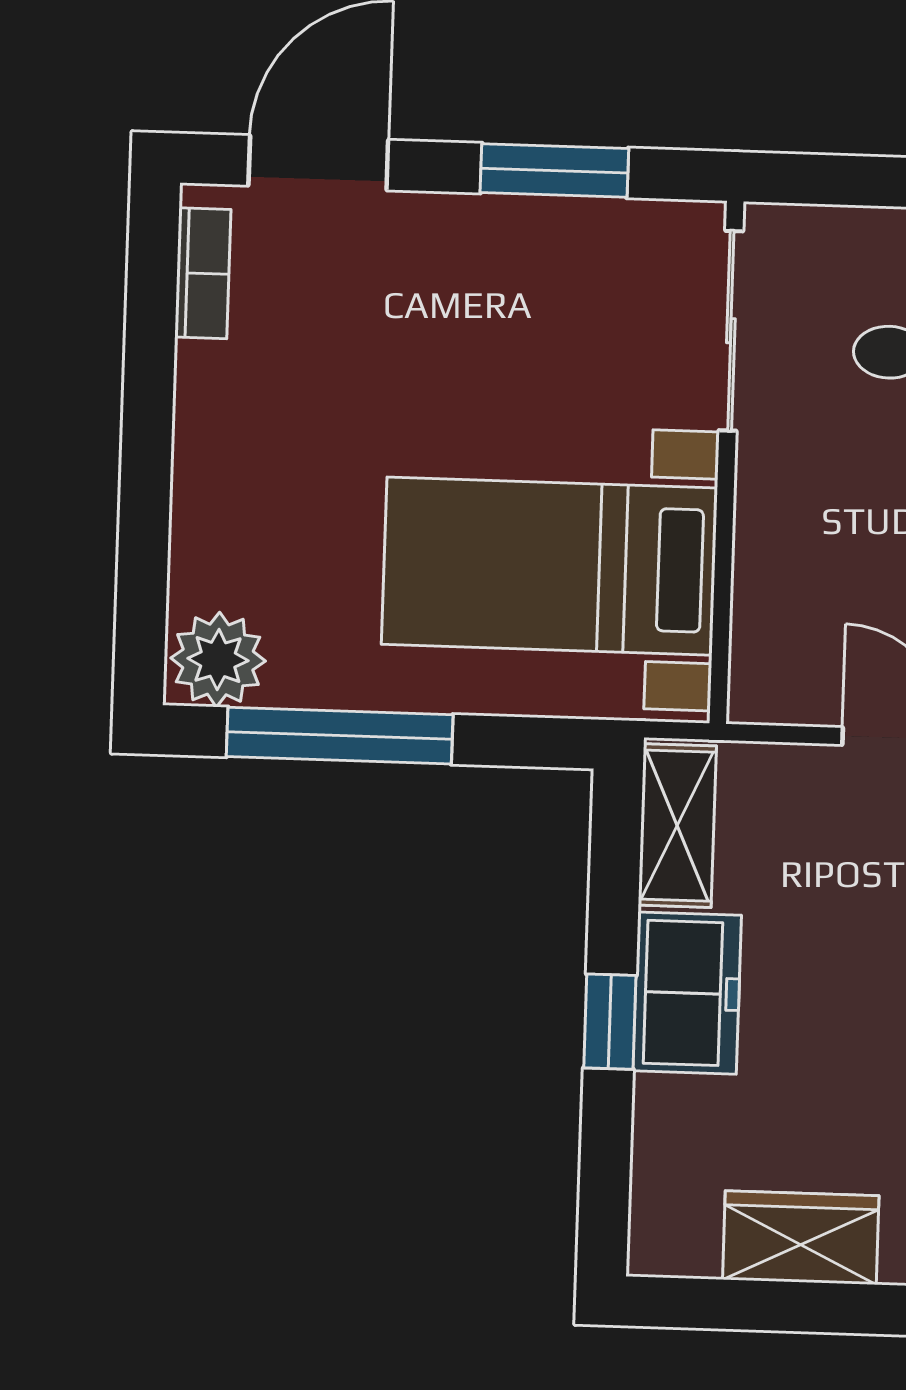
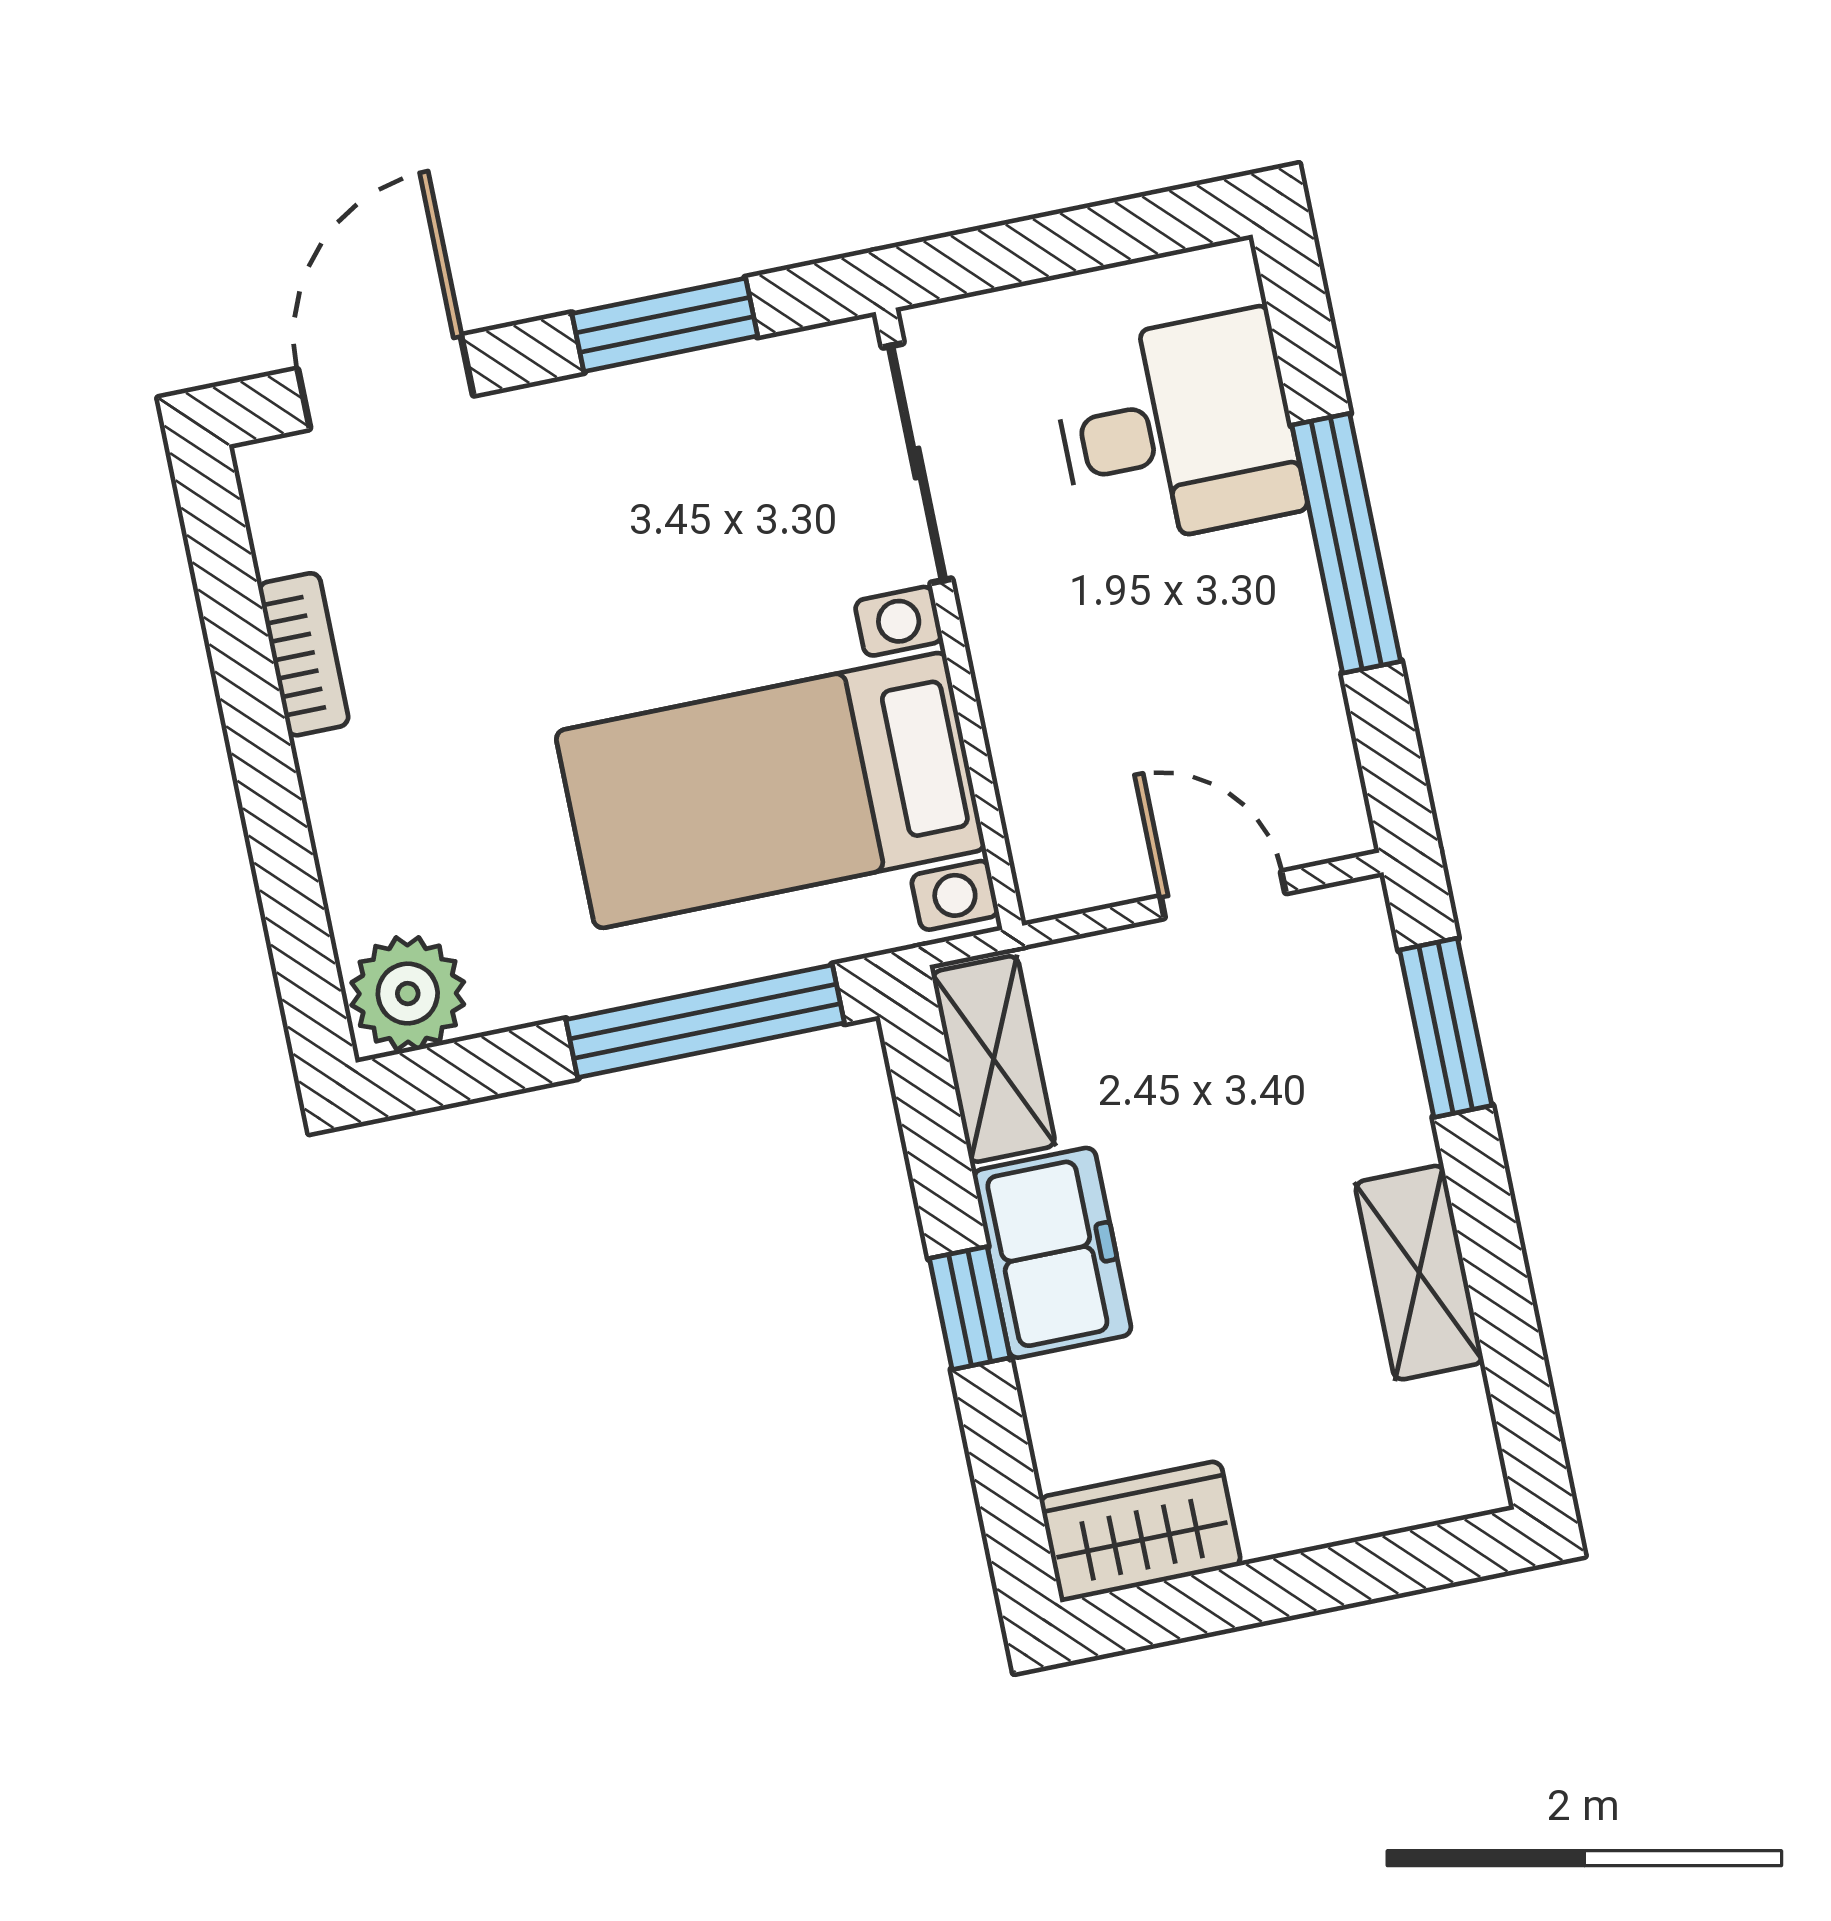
bookcase: (203, 273) -> (304, 654), moved
window: (340, 736) -> (705, 1021), moved
wardrobe: (801, 1238) -> (1140, 1531), moved

